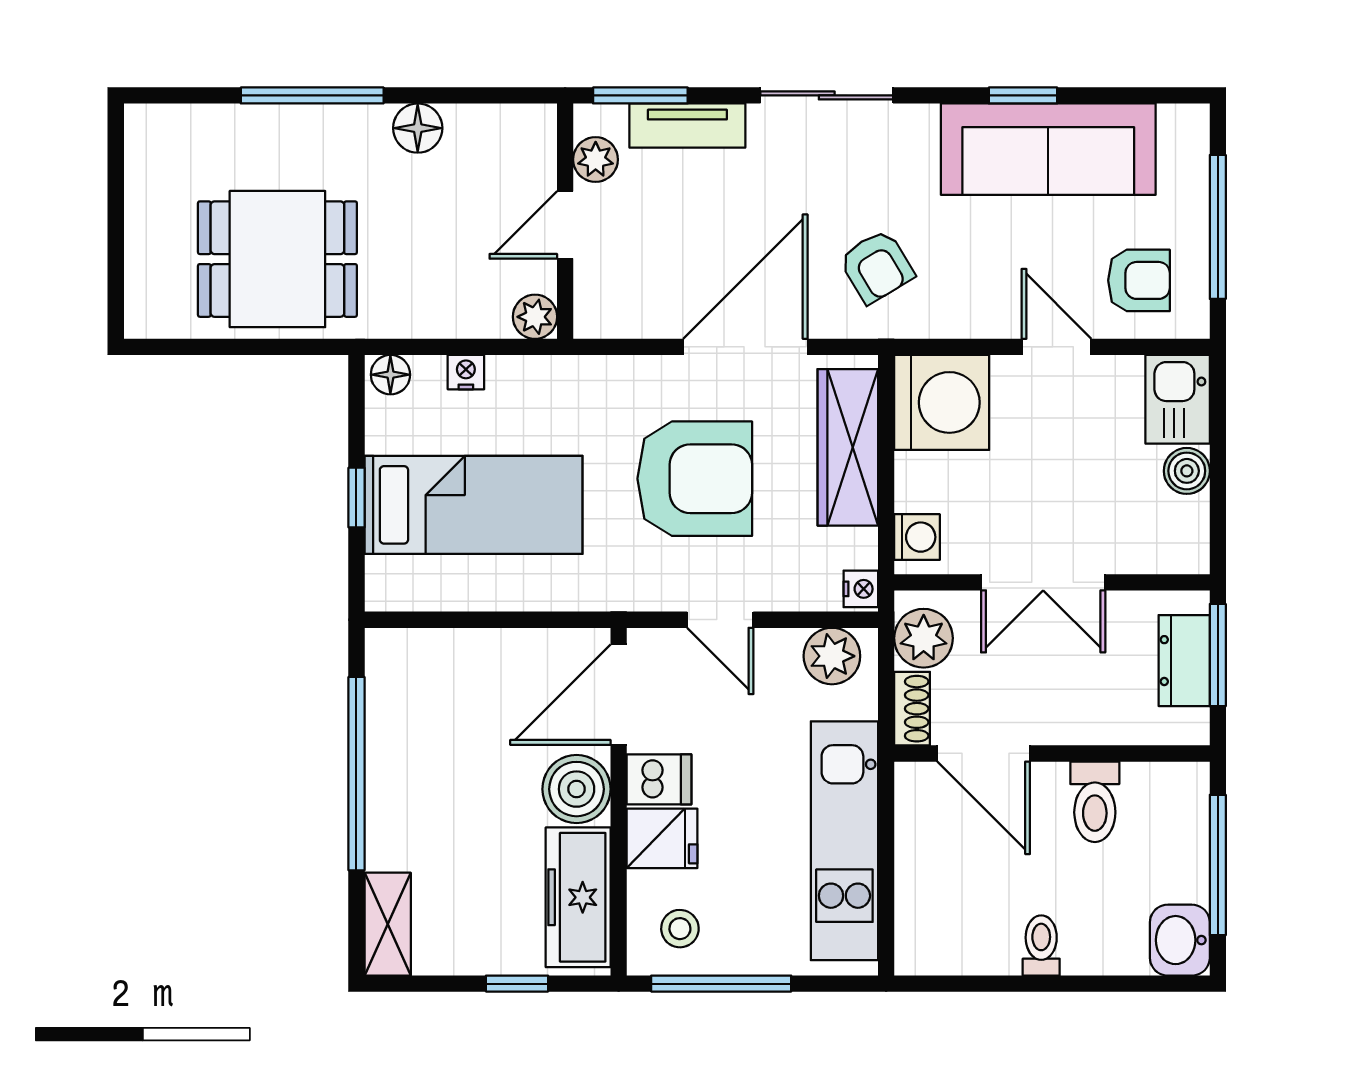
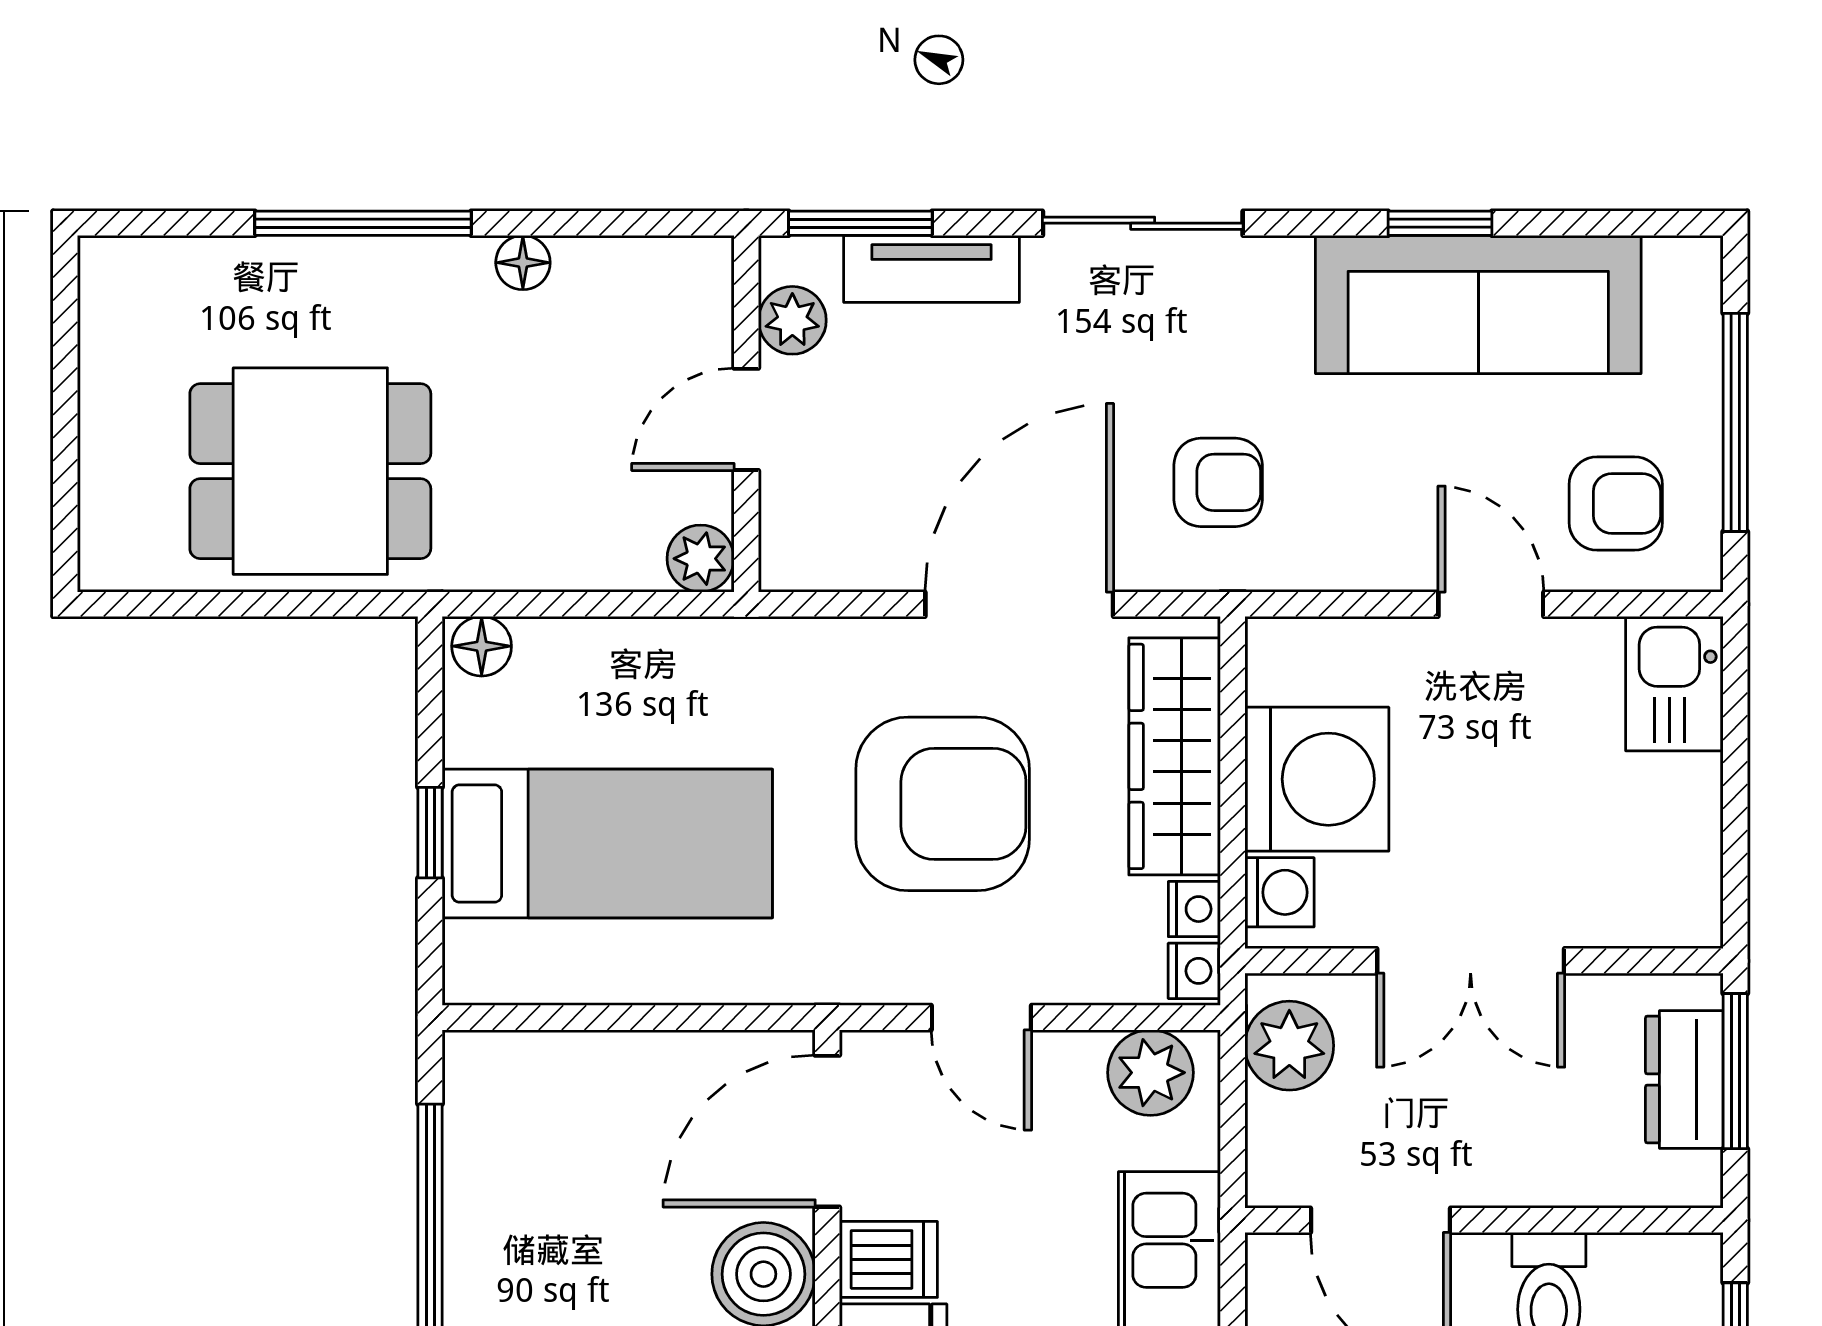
floor lamp: (418, 128) -> (523, 263), width x0.73, depth x0.73
armchair: (877, 266) -> (1218, 482), turned -59
nightstand: (466, 372) -> (1194, 909), moved, turned 90
washing machine: (942, 402) -> (1317, 779), moved
boiler: (1187, 471) -> (1688, 792), removed
shoe rack: (912, 709) -> (1272, 1152), removed

